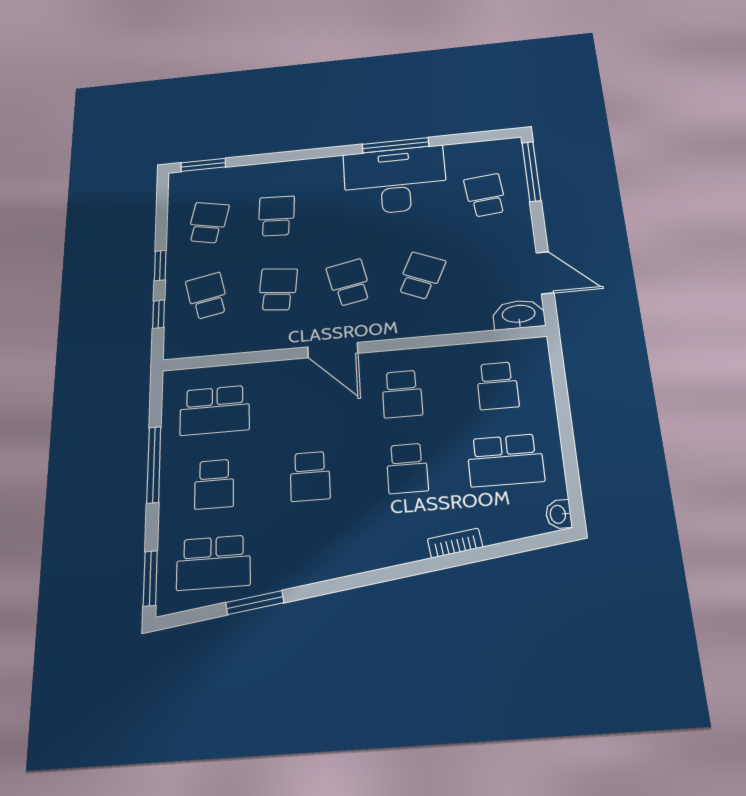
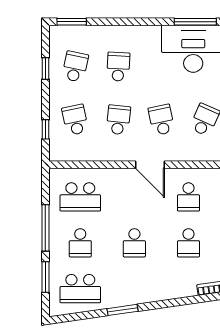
window: (160, 266) -> (45, 68), moved
window: (150, 578) -> (45, 277), moved
window: (255, 603) -> (122, 310), moved

